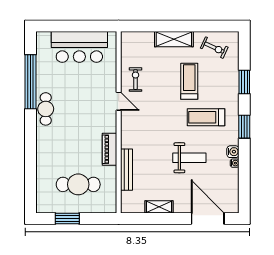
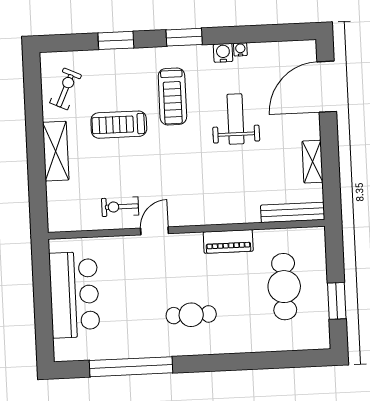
cafe table: (46, 109) -> (191, 315), moved
bench: (126, 170) -> (293, 212), moved

